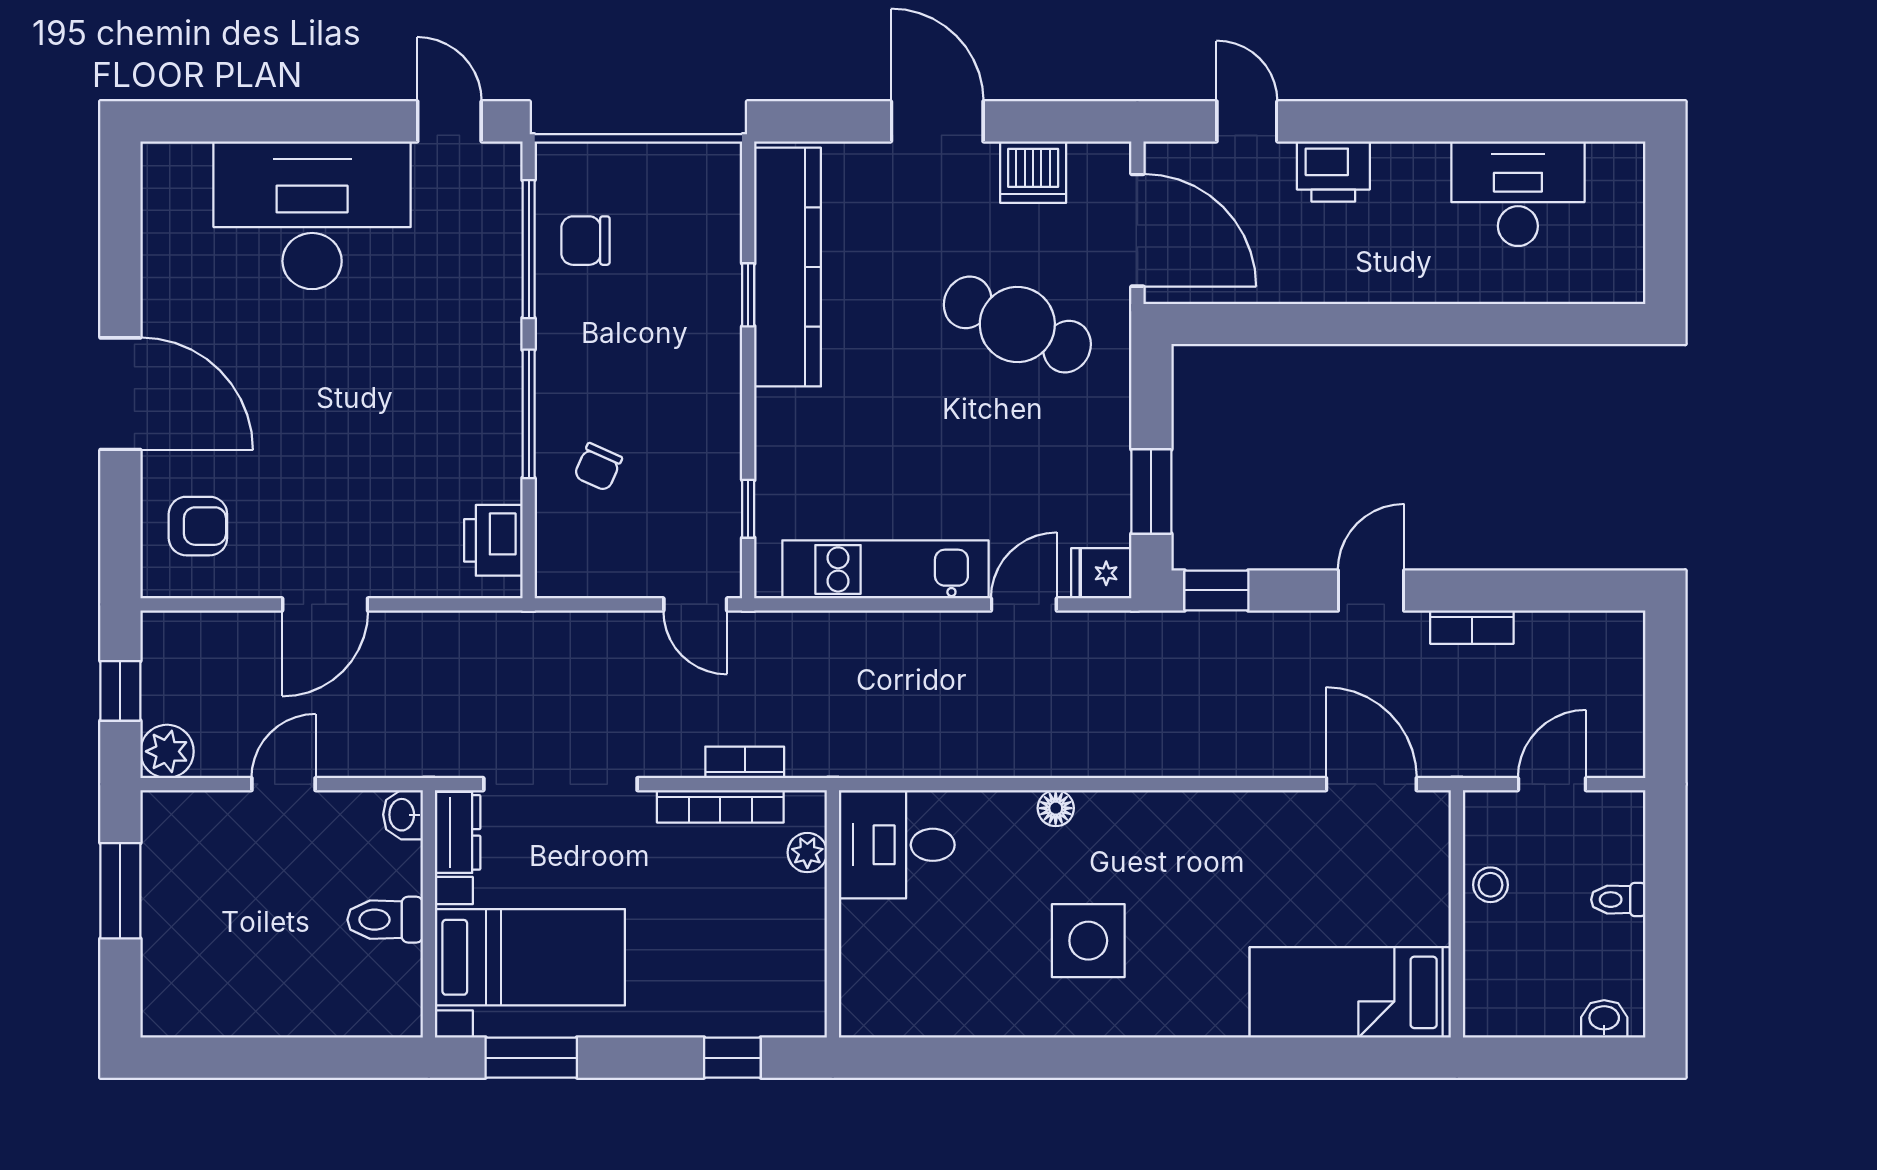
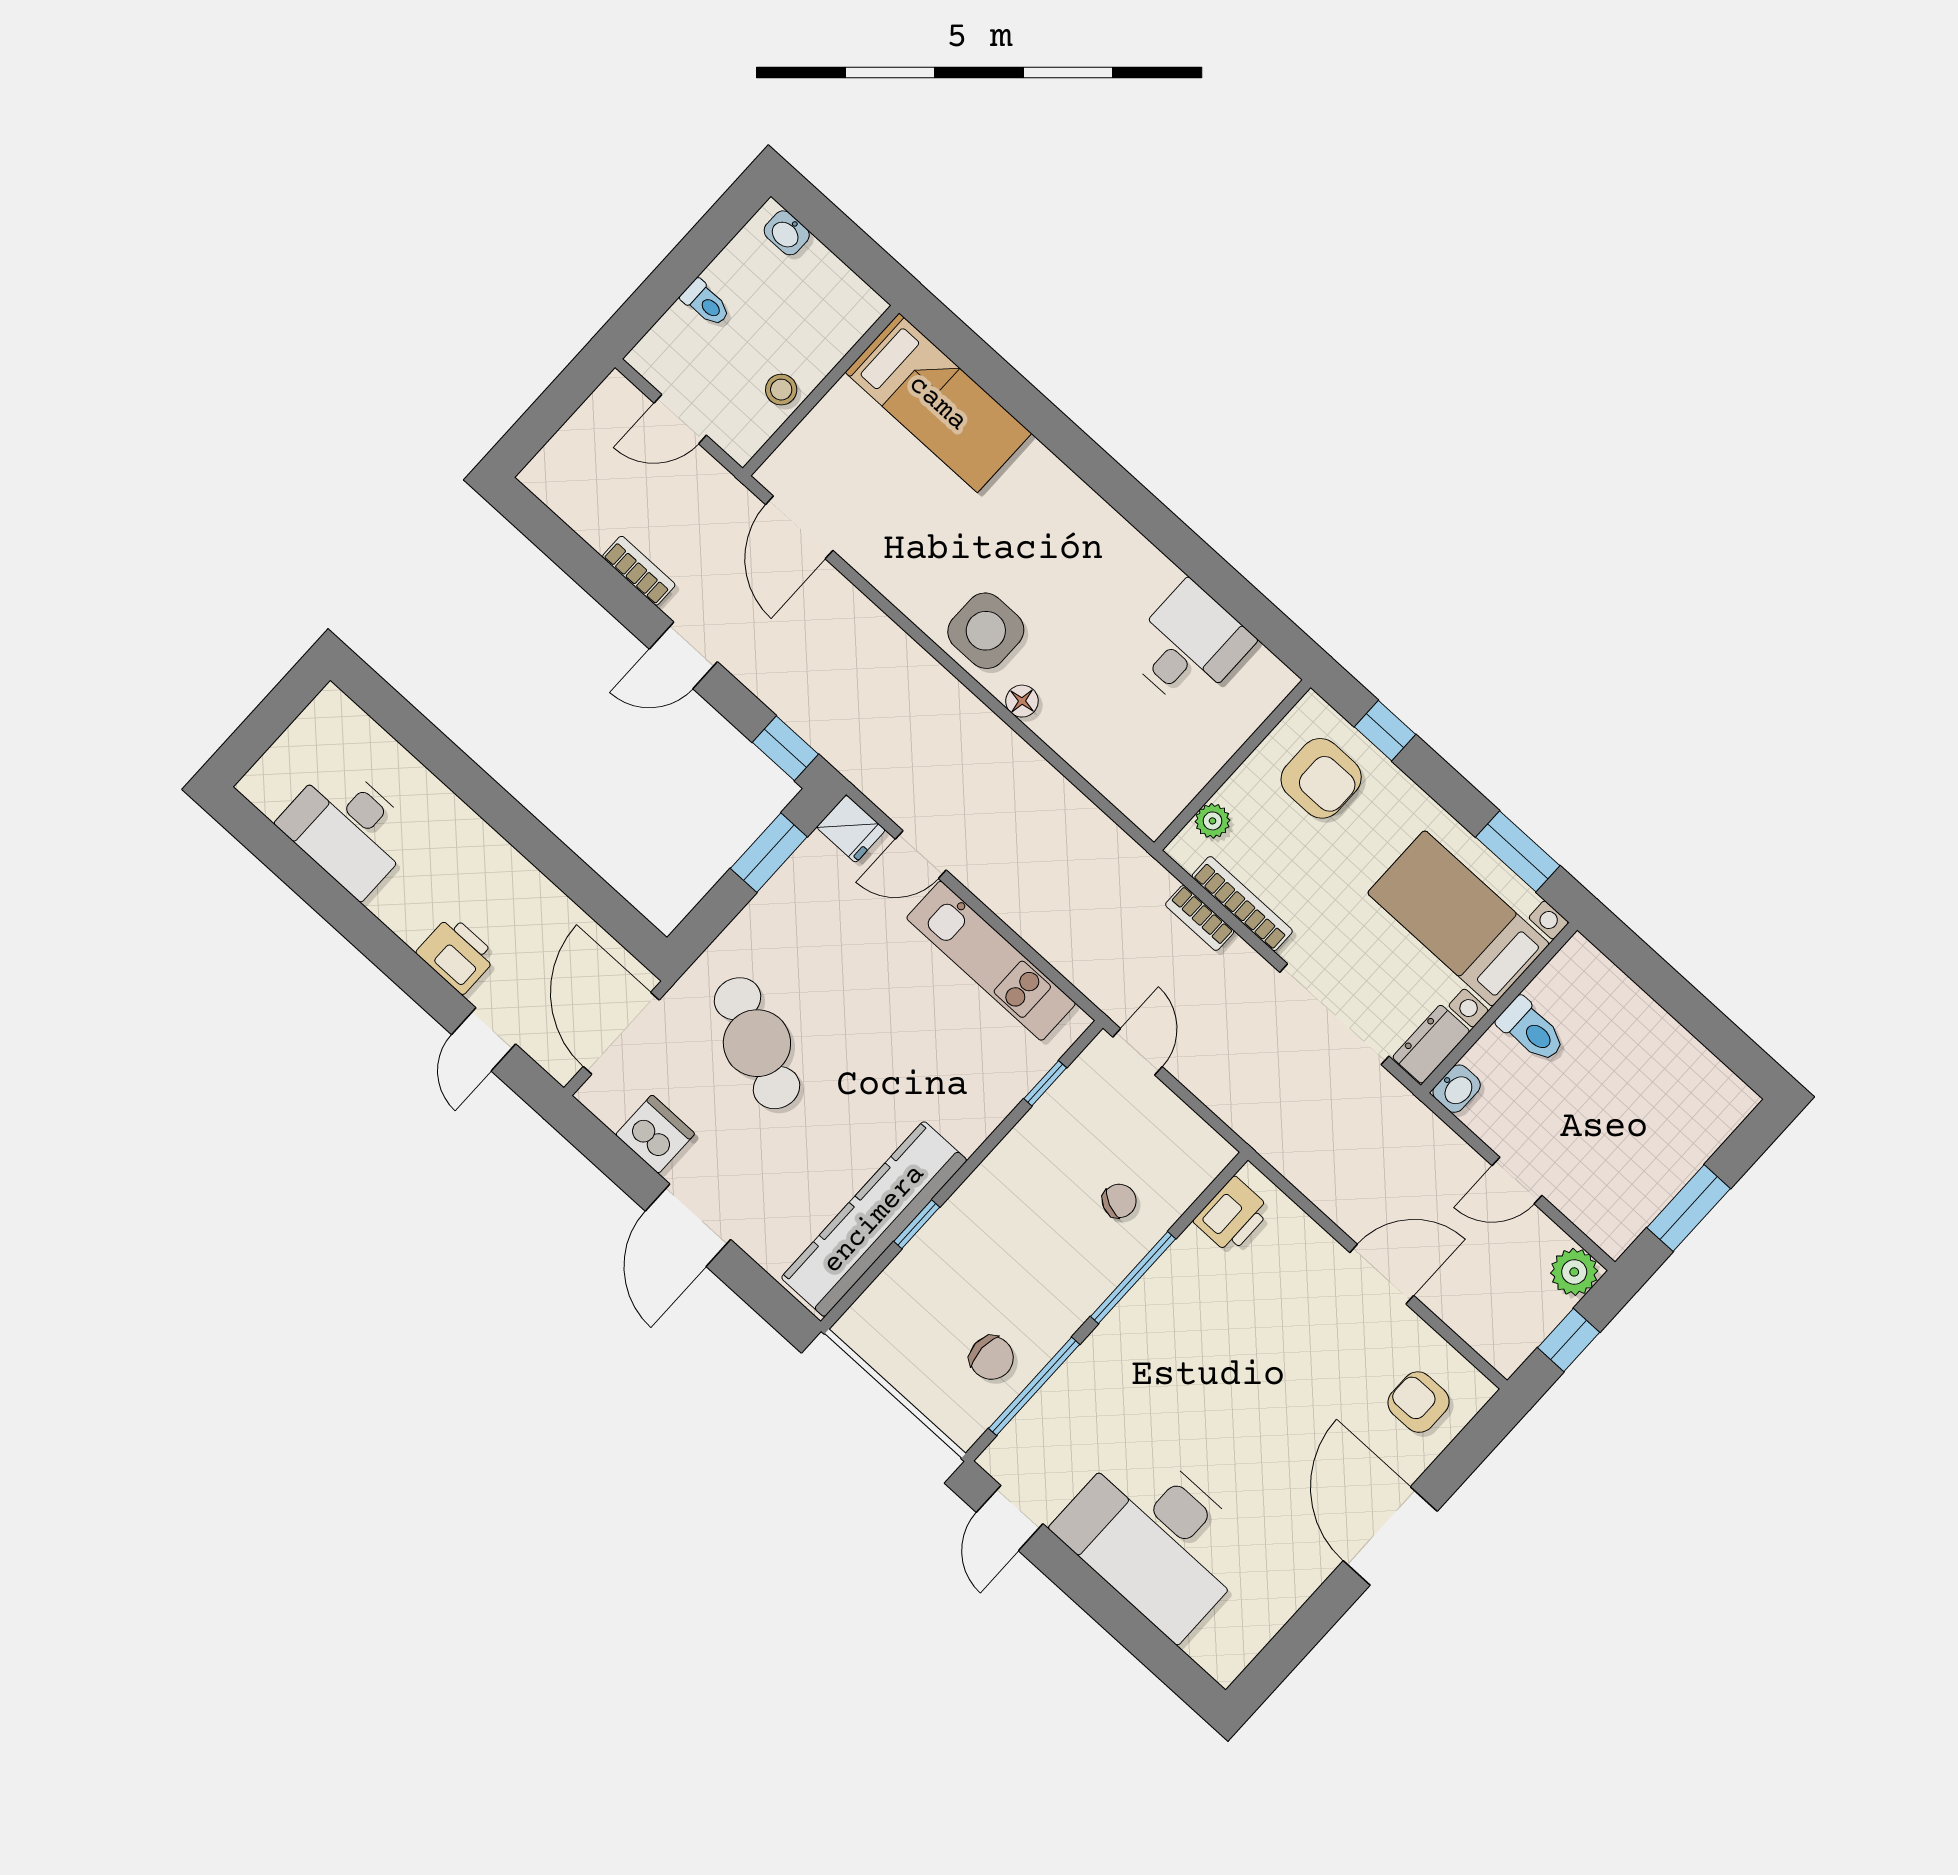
desk: (897, 845) -> (1189, 646), moved, turned -90
side table: (1088, 941) -> (986, 631), moved
armchair: (749, 970) -> (1321, 778), added

